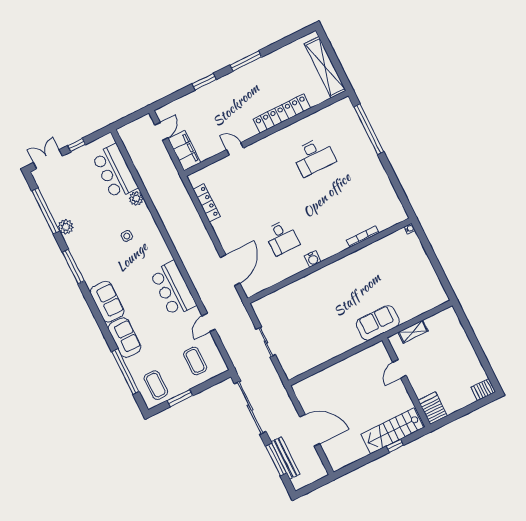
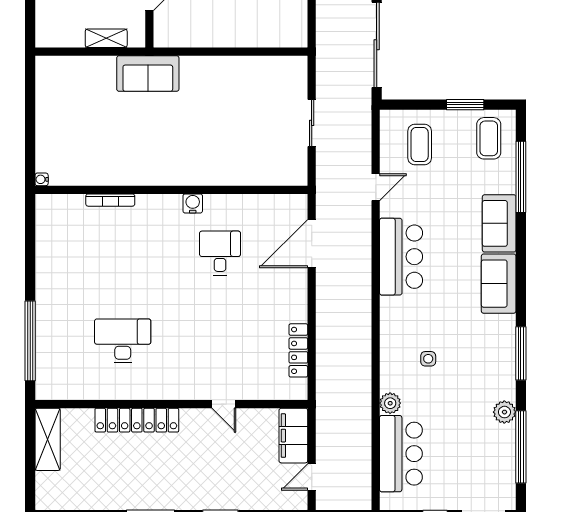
shelving: (325, 67) -> (48, 439), width x0.68

